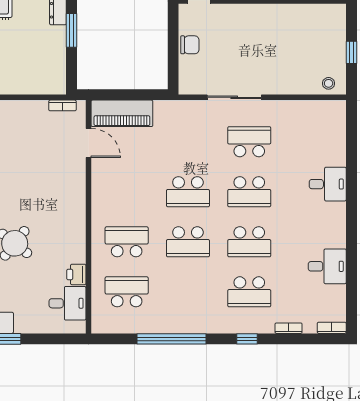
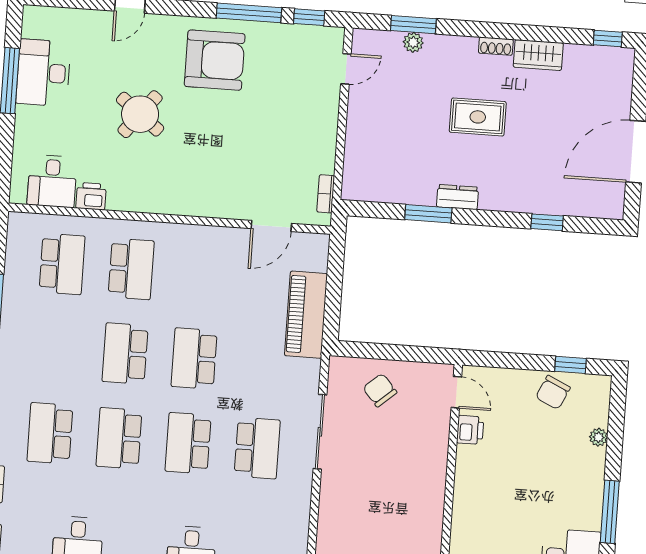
chair: (190, 45) -> (380, 390), moved, turned 139
piano: (122, 113) -> (306, 315), moved

